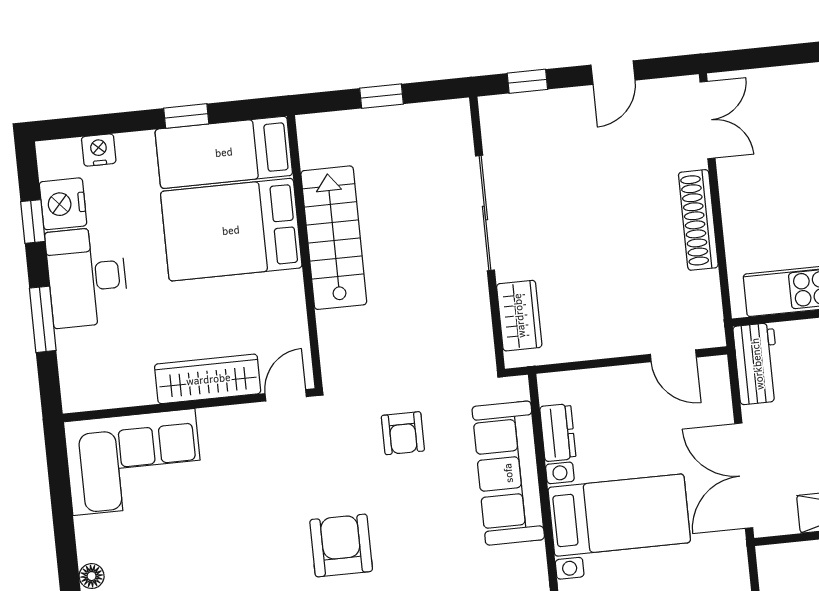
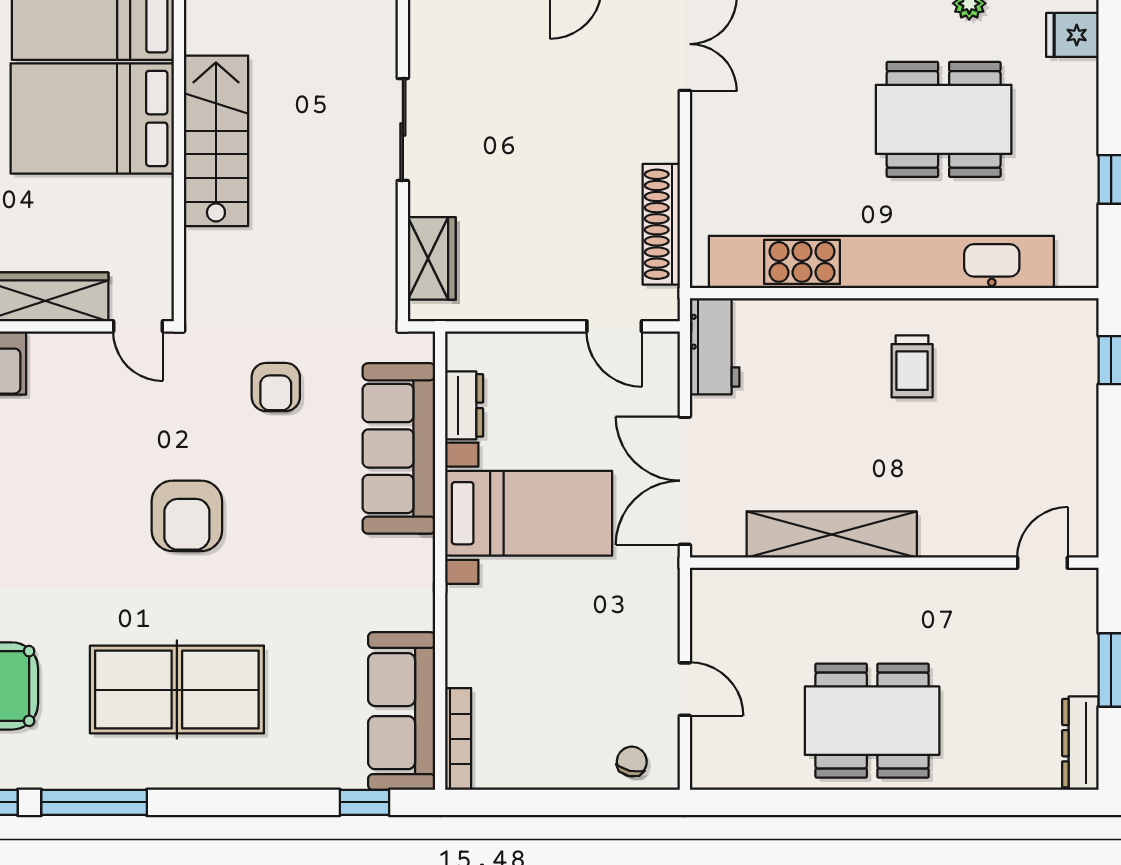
sliding door: (485, 213) -> (403, 129), width x0.73
shoe rack: (698, 220) -> (661, 224), moved
door: (286, 395) -> (138, 326), swing flipped
armchair: (341, 545) -> (187, 516), turned 180

